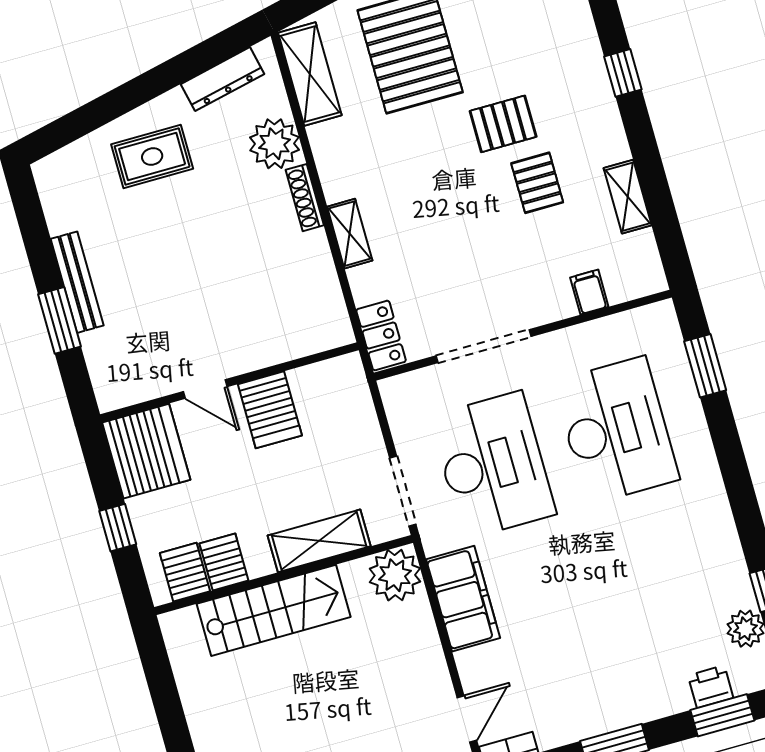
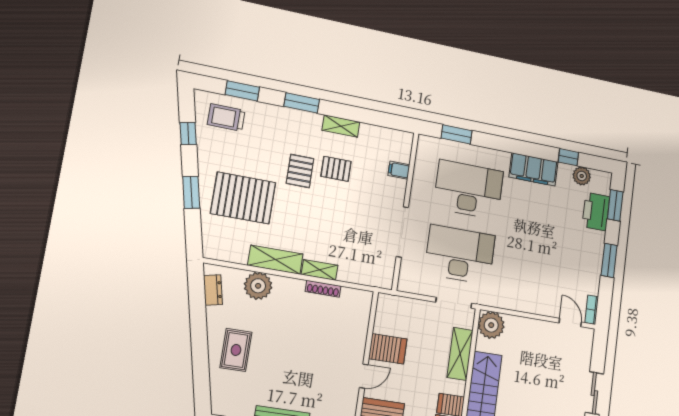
window: (623, 73) -> (302, 103), width x1.50
shelving: (310, 74) -> (275, 260), moved
dresser: (223, 79) -> (213, 290), width x0.70
shelving: (628, 197) -> (341, 126), moved
shoe rack: (305, 198) -> (323, 289), moved
locker: (381, 336) -> (376, 278), removed
filing cabinet: (463, 599) -> (533, 169), moved, turned 180
printer: (711, 687) -> (596, 212), width x1.87, depth x1.48

